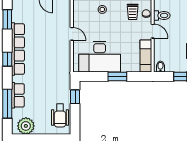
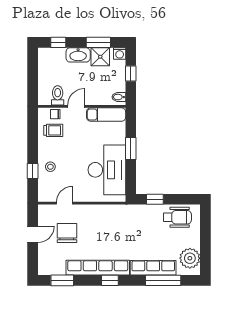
chair: (47, 23) -> (67, 233), added
door: (72, 34) -> (64, 203), moved
row of seats: (18, 95) -> (153, 268), width x1.48

